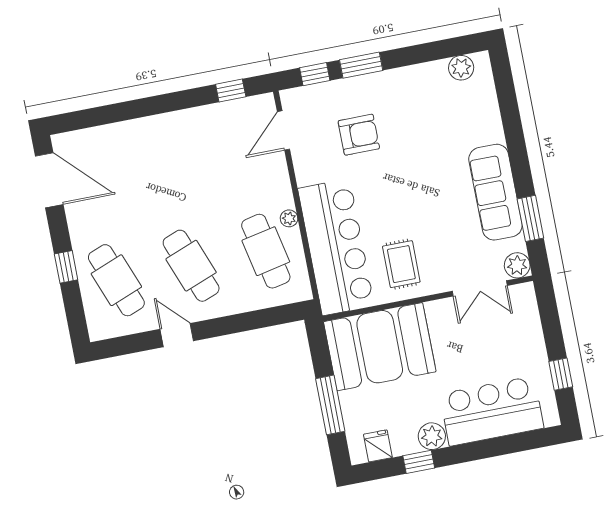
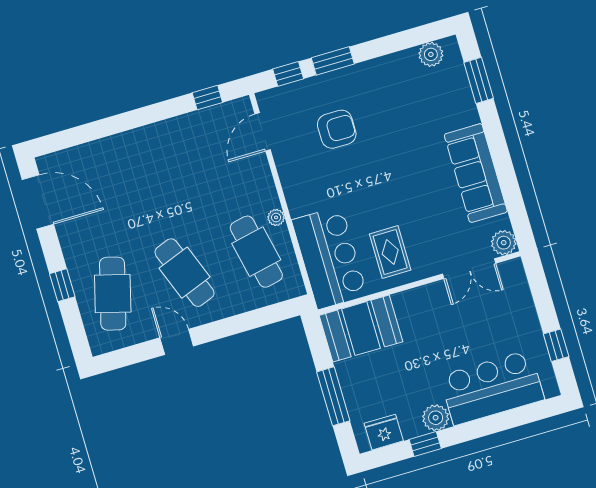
window: (530, 218) -> (479, 80), moved
bar counter: (336, 247) -> (329, 258), width x0.73
cafe table: (116, 280) -> (113, 294), turned 36
booth: (380, 347) -> (361, 329), width x0.73, depth x0.70
fridge: (378, 446) -> (384, 432), width x1.38

